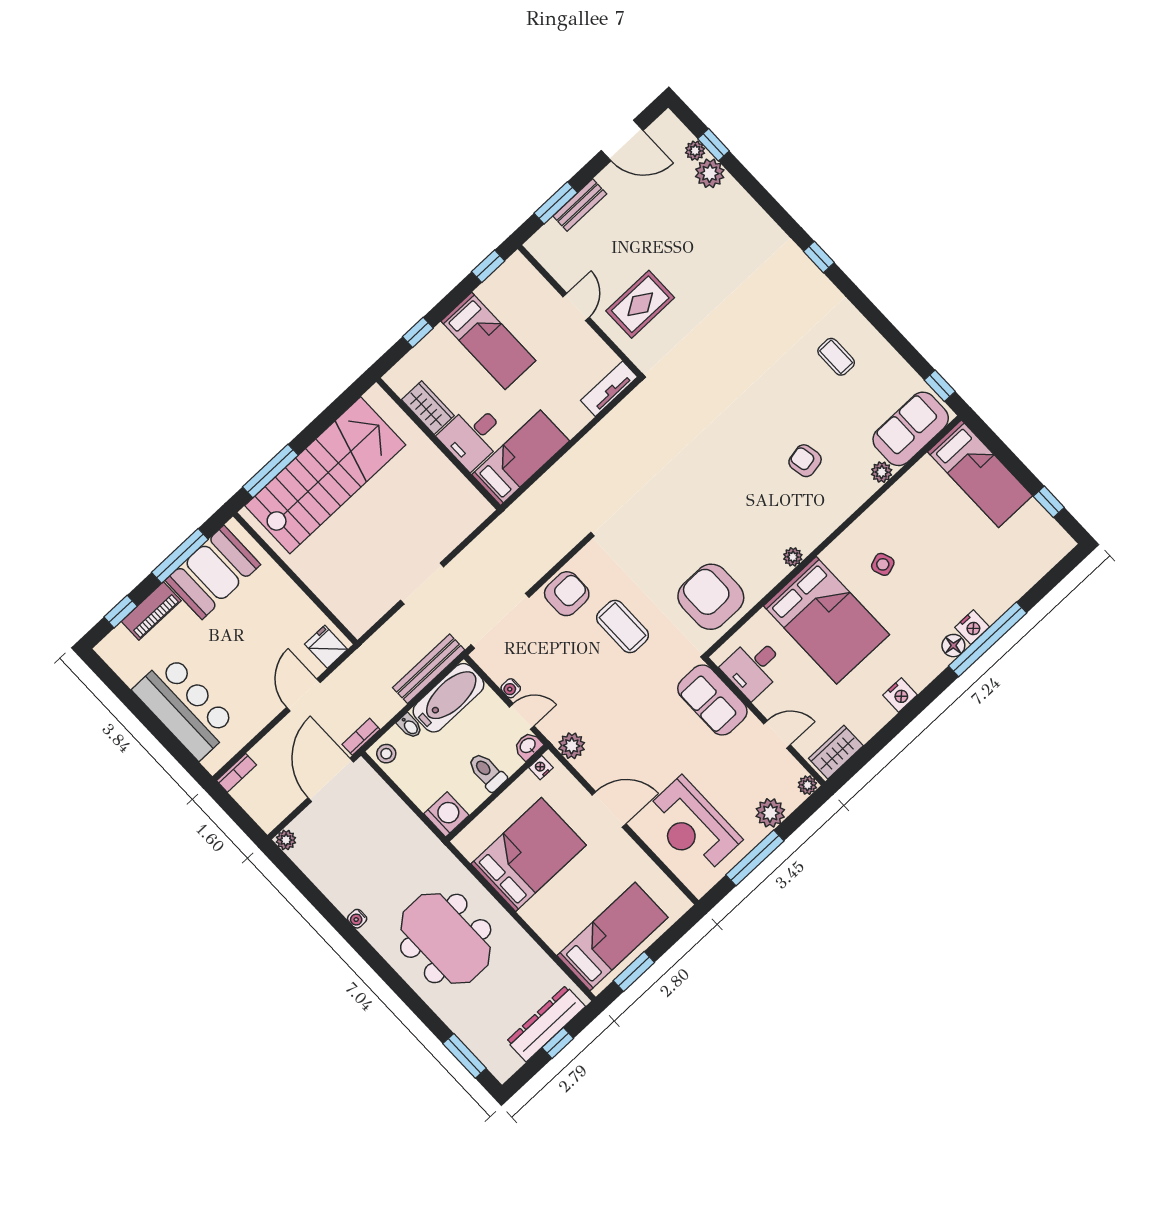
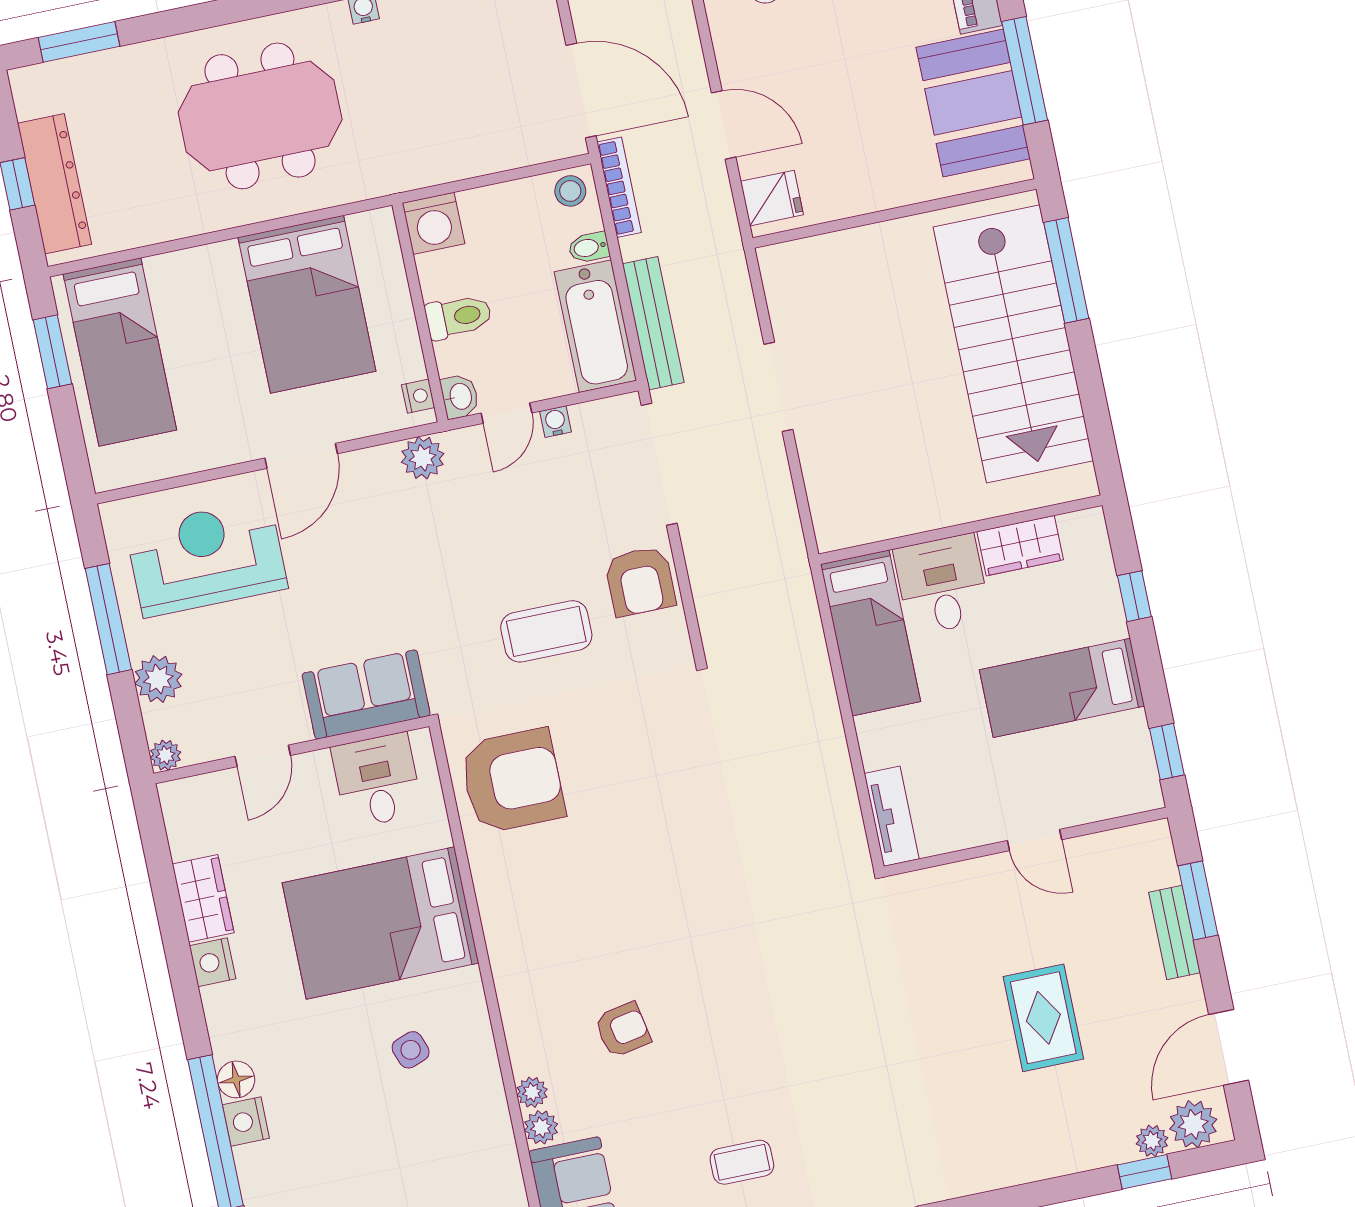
plant: (710, 173) -> (1193, 1124), moved
rug: (640, 304) -> (1043, 1018), moved
plant: (793, 557) -> (532, 1092), moved
bookcase: (361, 737) -> (619, 187), width x1.56
wardrobe: (836, 752) -> (203, 898), moved

